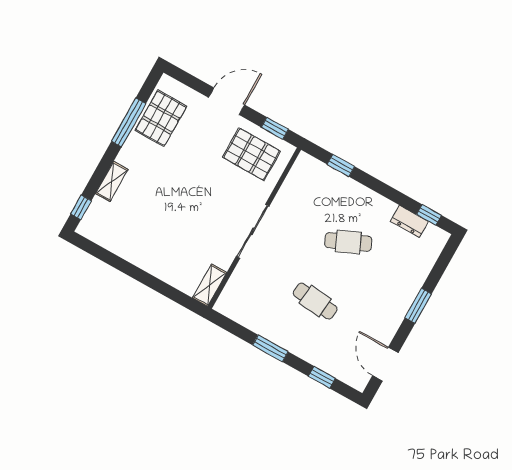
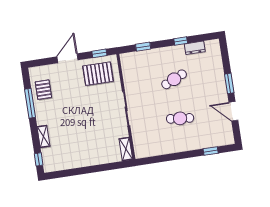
pallet: (161, 118) -> (43, 90), width x0.67, depth x0.71
window: (429, 215) -> (181, 41), moved
window: (270, 348) -> (176, 156), removed
door: (385, 364) -> (233, 111), moved

